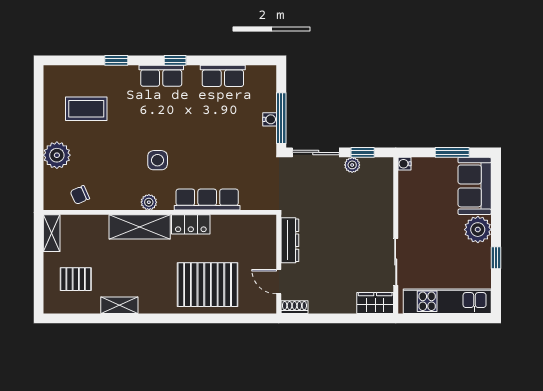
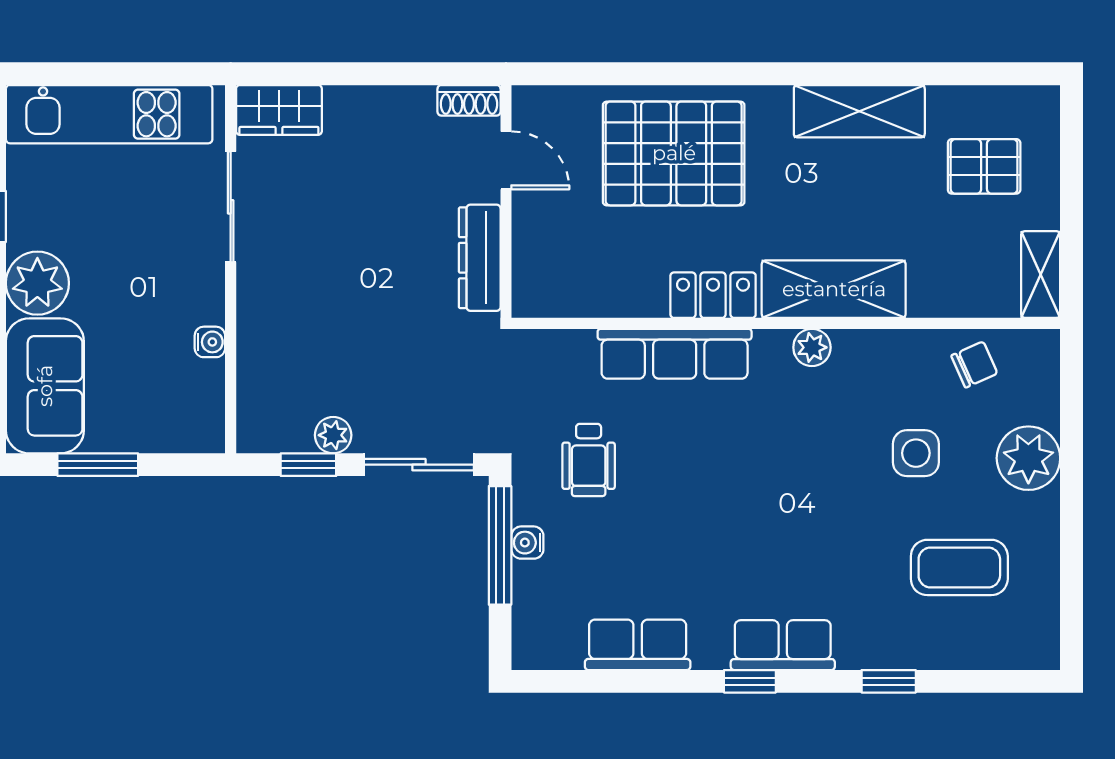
wheelchair: (244, 154) -> (589, 460), added
side table: (158, 160) -> (916, 453), moved
water cooler: (404, 164) -> (210, 342), moved
shelving: (119, 305) -> (859, 111), width x1.50, depth x1.33

